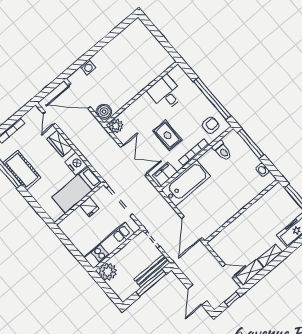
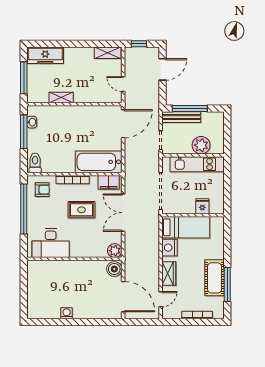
washing machine: (88, 67) -> (67, 313), moved
desk: (166, 93) -> (51, 243), width x1.37
armchair: (211, 125) -> (42, 190), turned 180
rug: (168, 135) -> (81, 210), turned 90
window: (251, 144) -> (24, 132), moved
toilet: (222, 151) -> (35, 163), moved
fridge: (89, 207) -> (202, 206), moved
shelving: (270, 255) -> (61, 98), moved
door: (229, 271) -> (123, 84), moved
plant: (108, 272) -> (201, 145), moved

